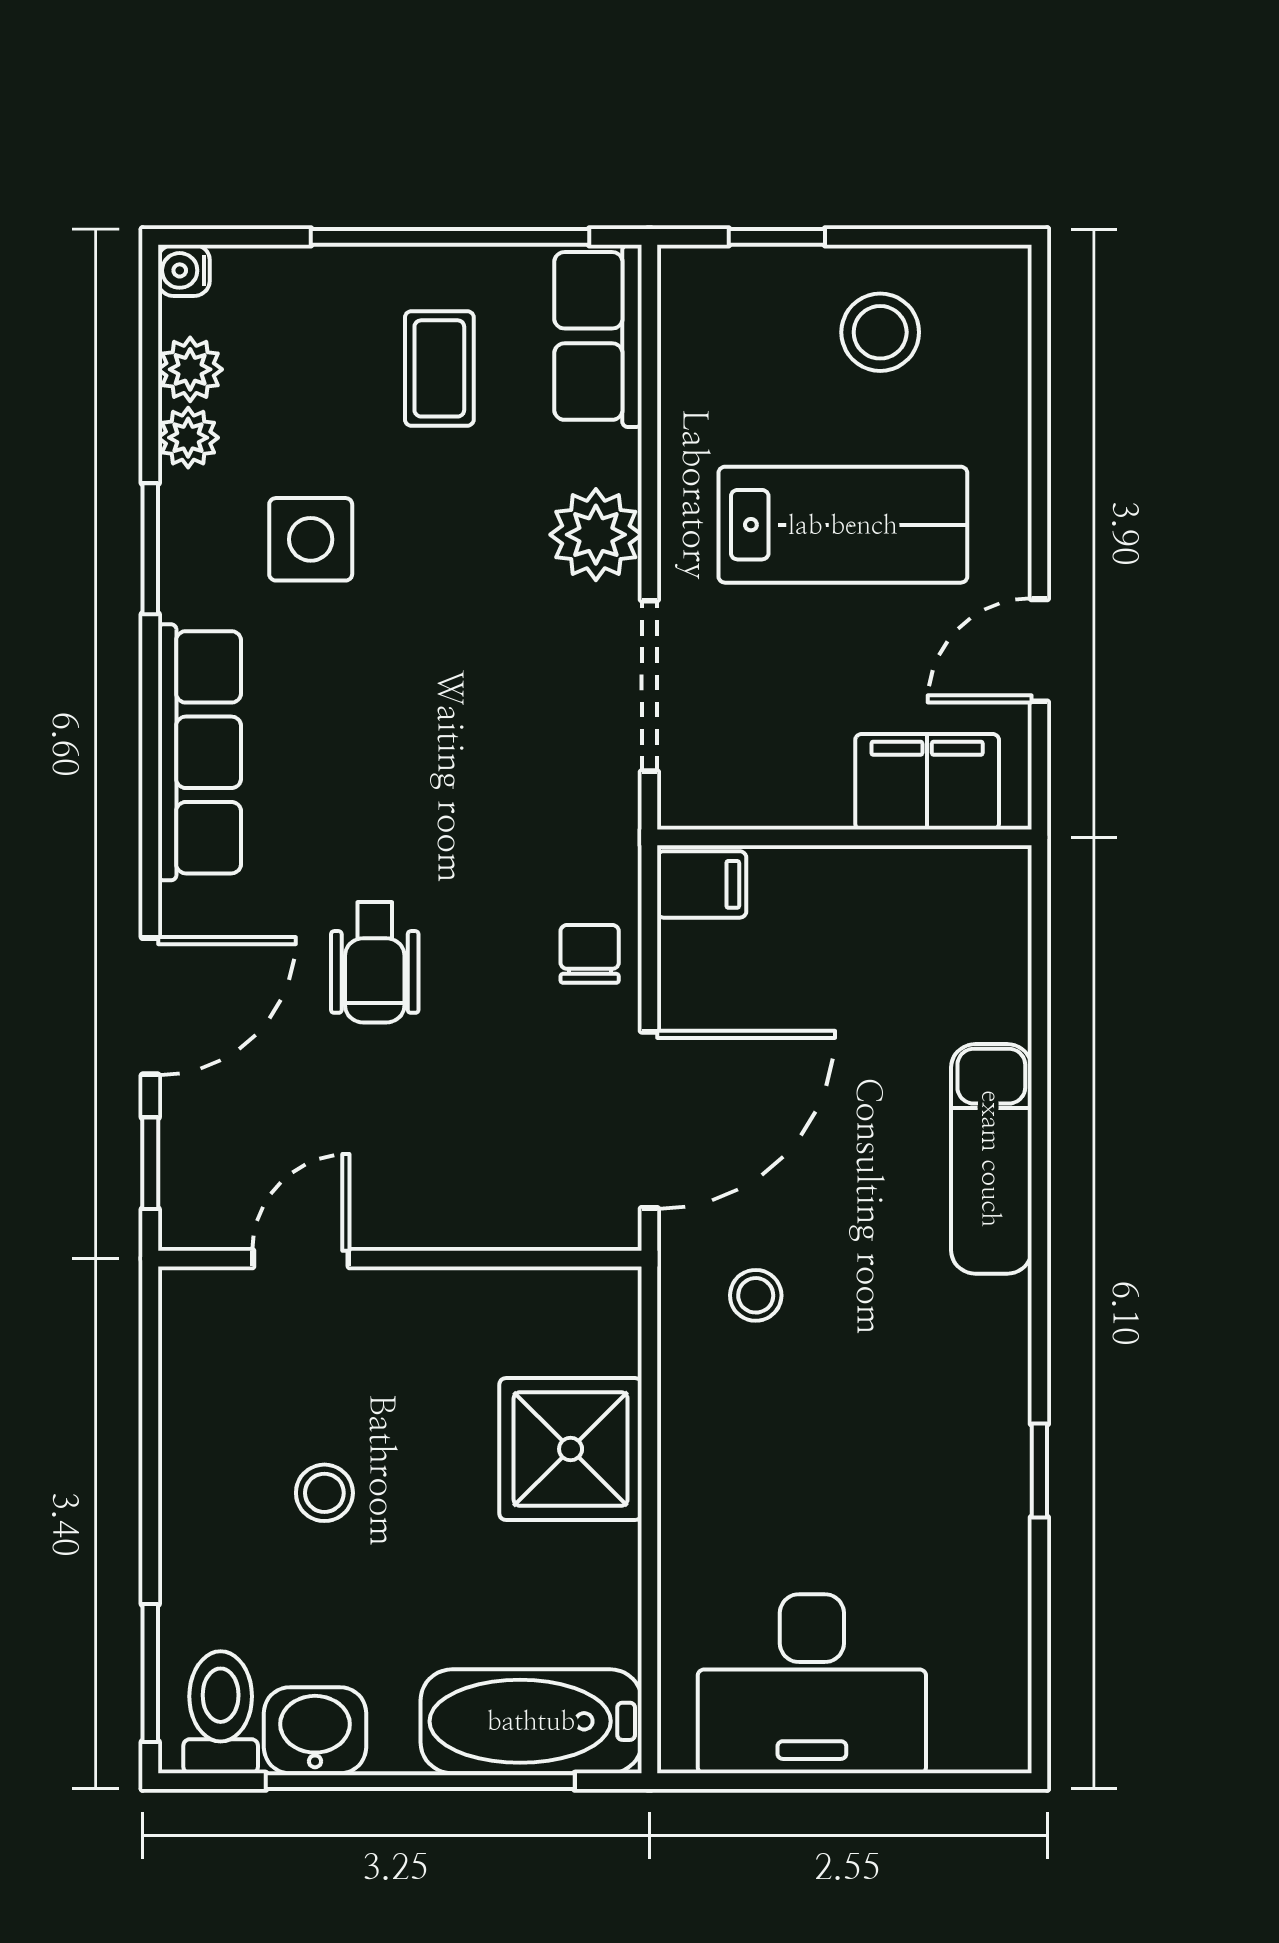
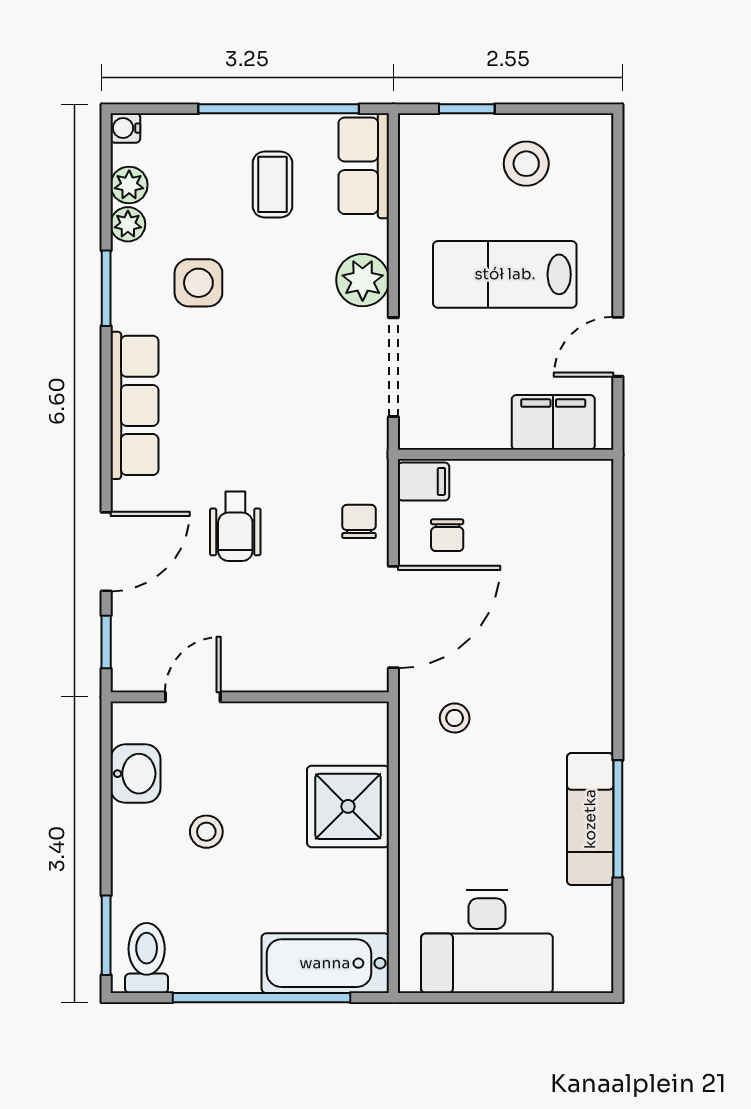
lab bench: (843, 525) -> (505, 274), turned 180
chair: (743, 978) -> (447, 535), added
exam couch: (991, 1159) -> (590, 819), moved
window: (1039, 1471) -> (618, 819), width x2.17
washbasin: (315, 1730) -> (135, 774), moved, turned 90

